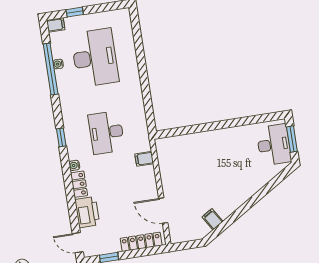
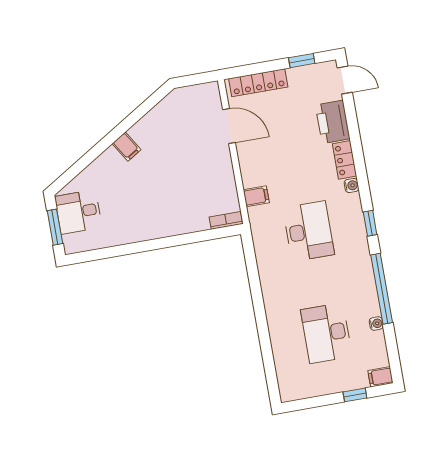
desk: (95, 58) -> (326, 333), width x0.73, depth x0.77
window: (51, 69) -> (382, 289), moved
bookcase: (167, 142) -> (226, 220), added
desk: (274, 145) -> (78, 212), width x0.73
filing cabinet: (213, 219) -> (127, 147), moved

